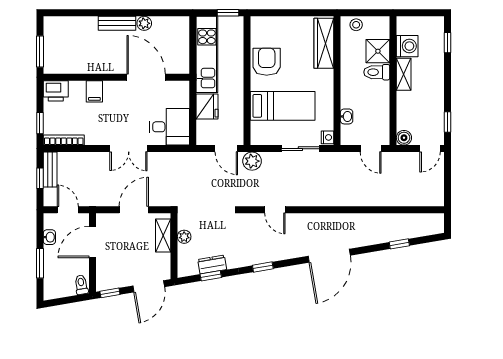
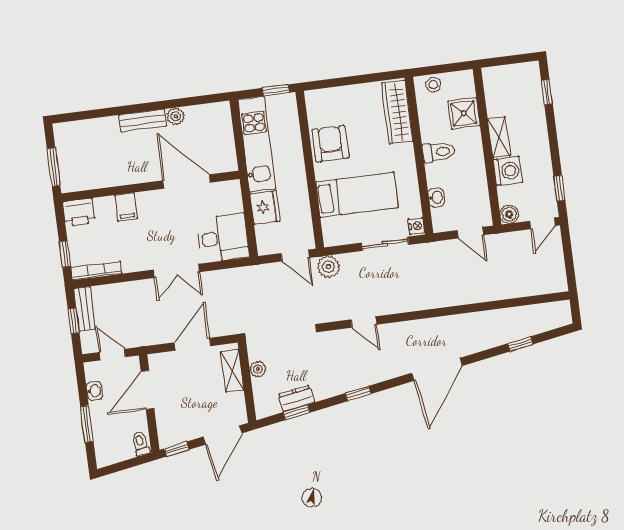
washing machine: (407, 46) -> (508, 171), moved
toilet: (377, 72) -> (439, 152), moved, turned 180

